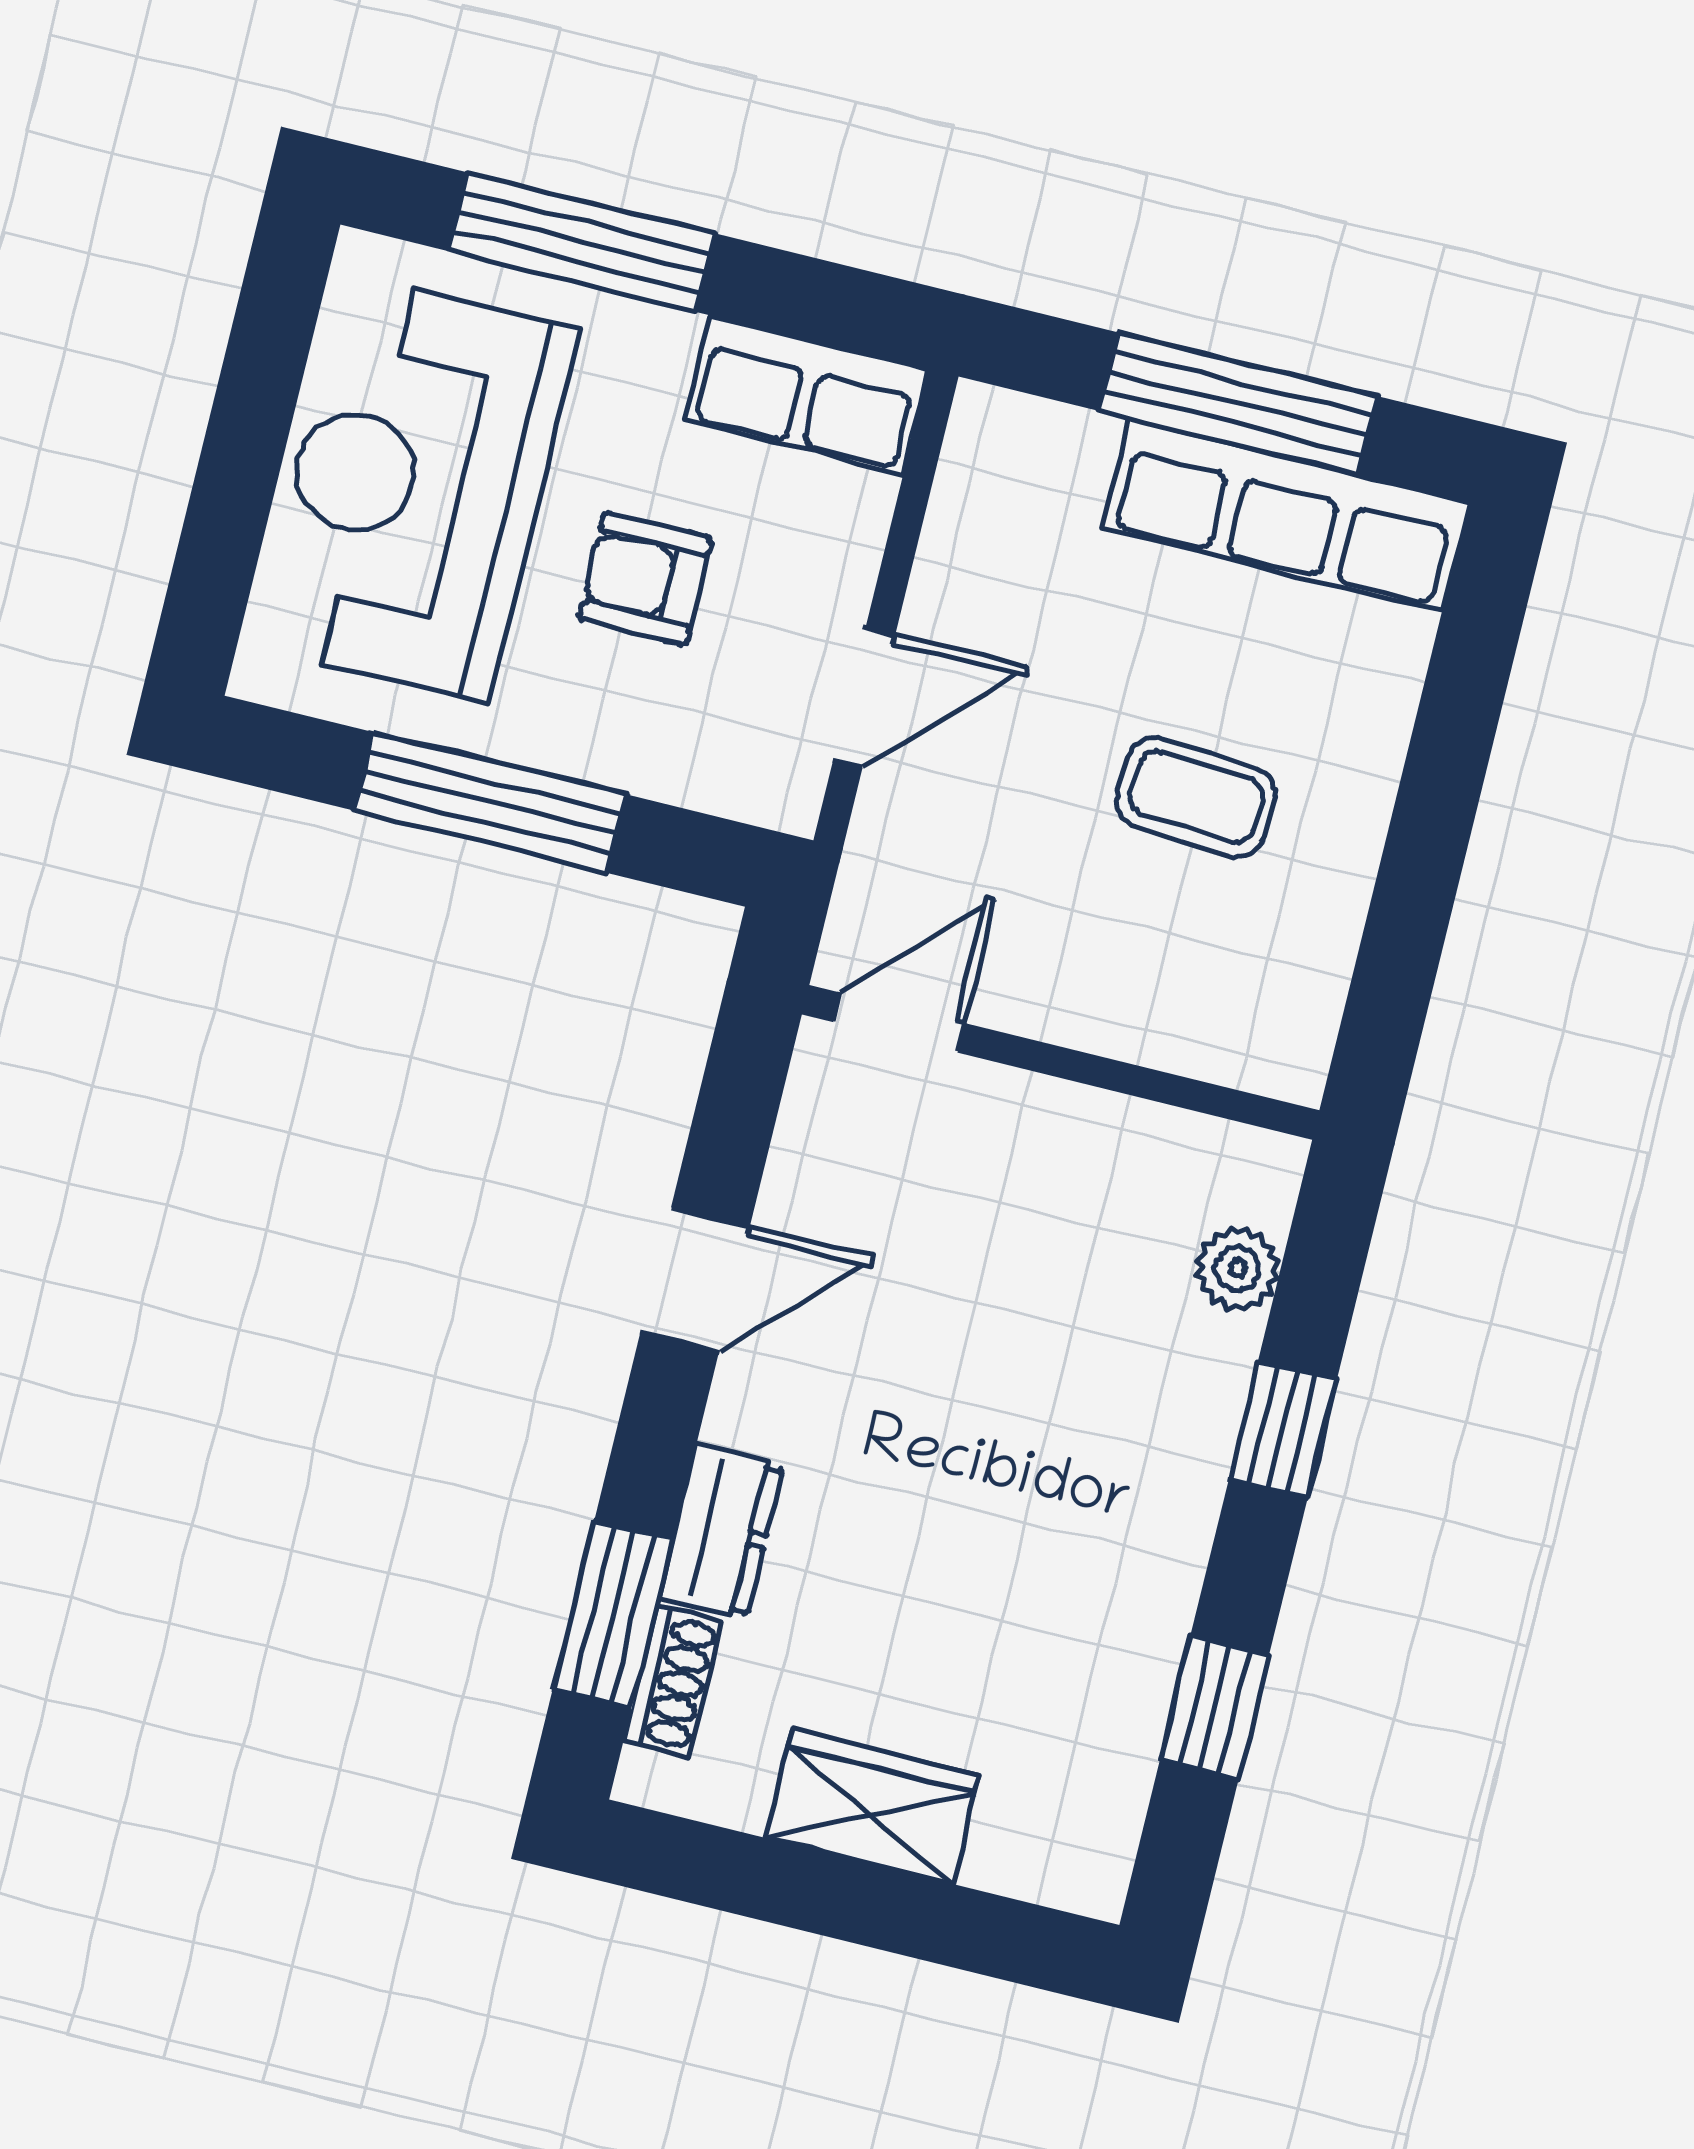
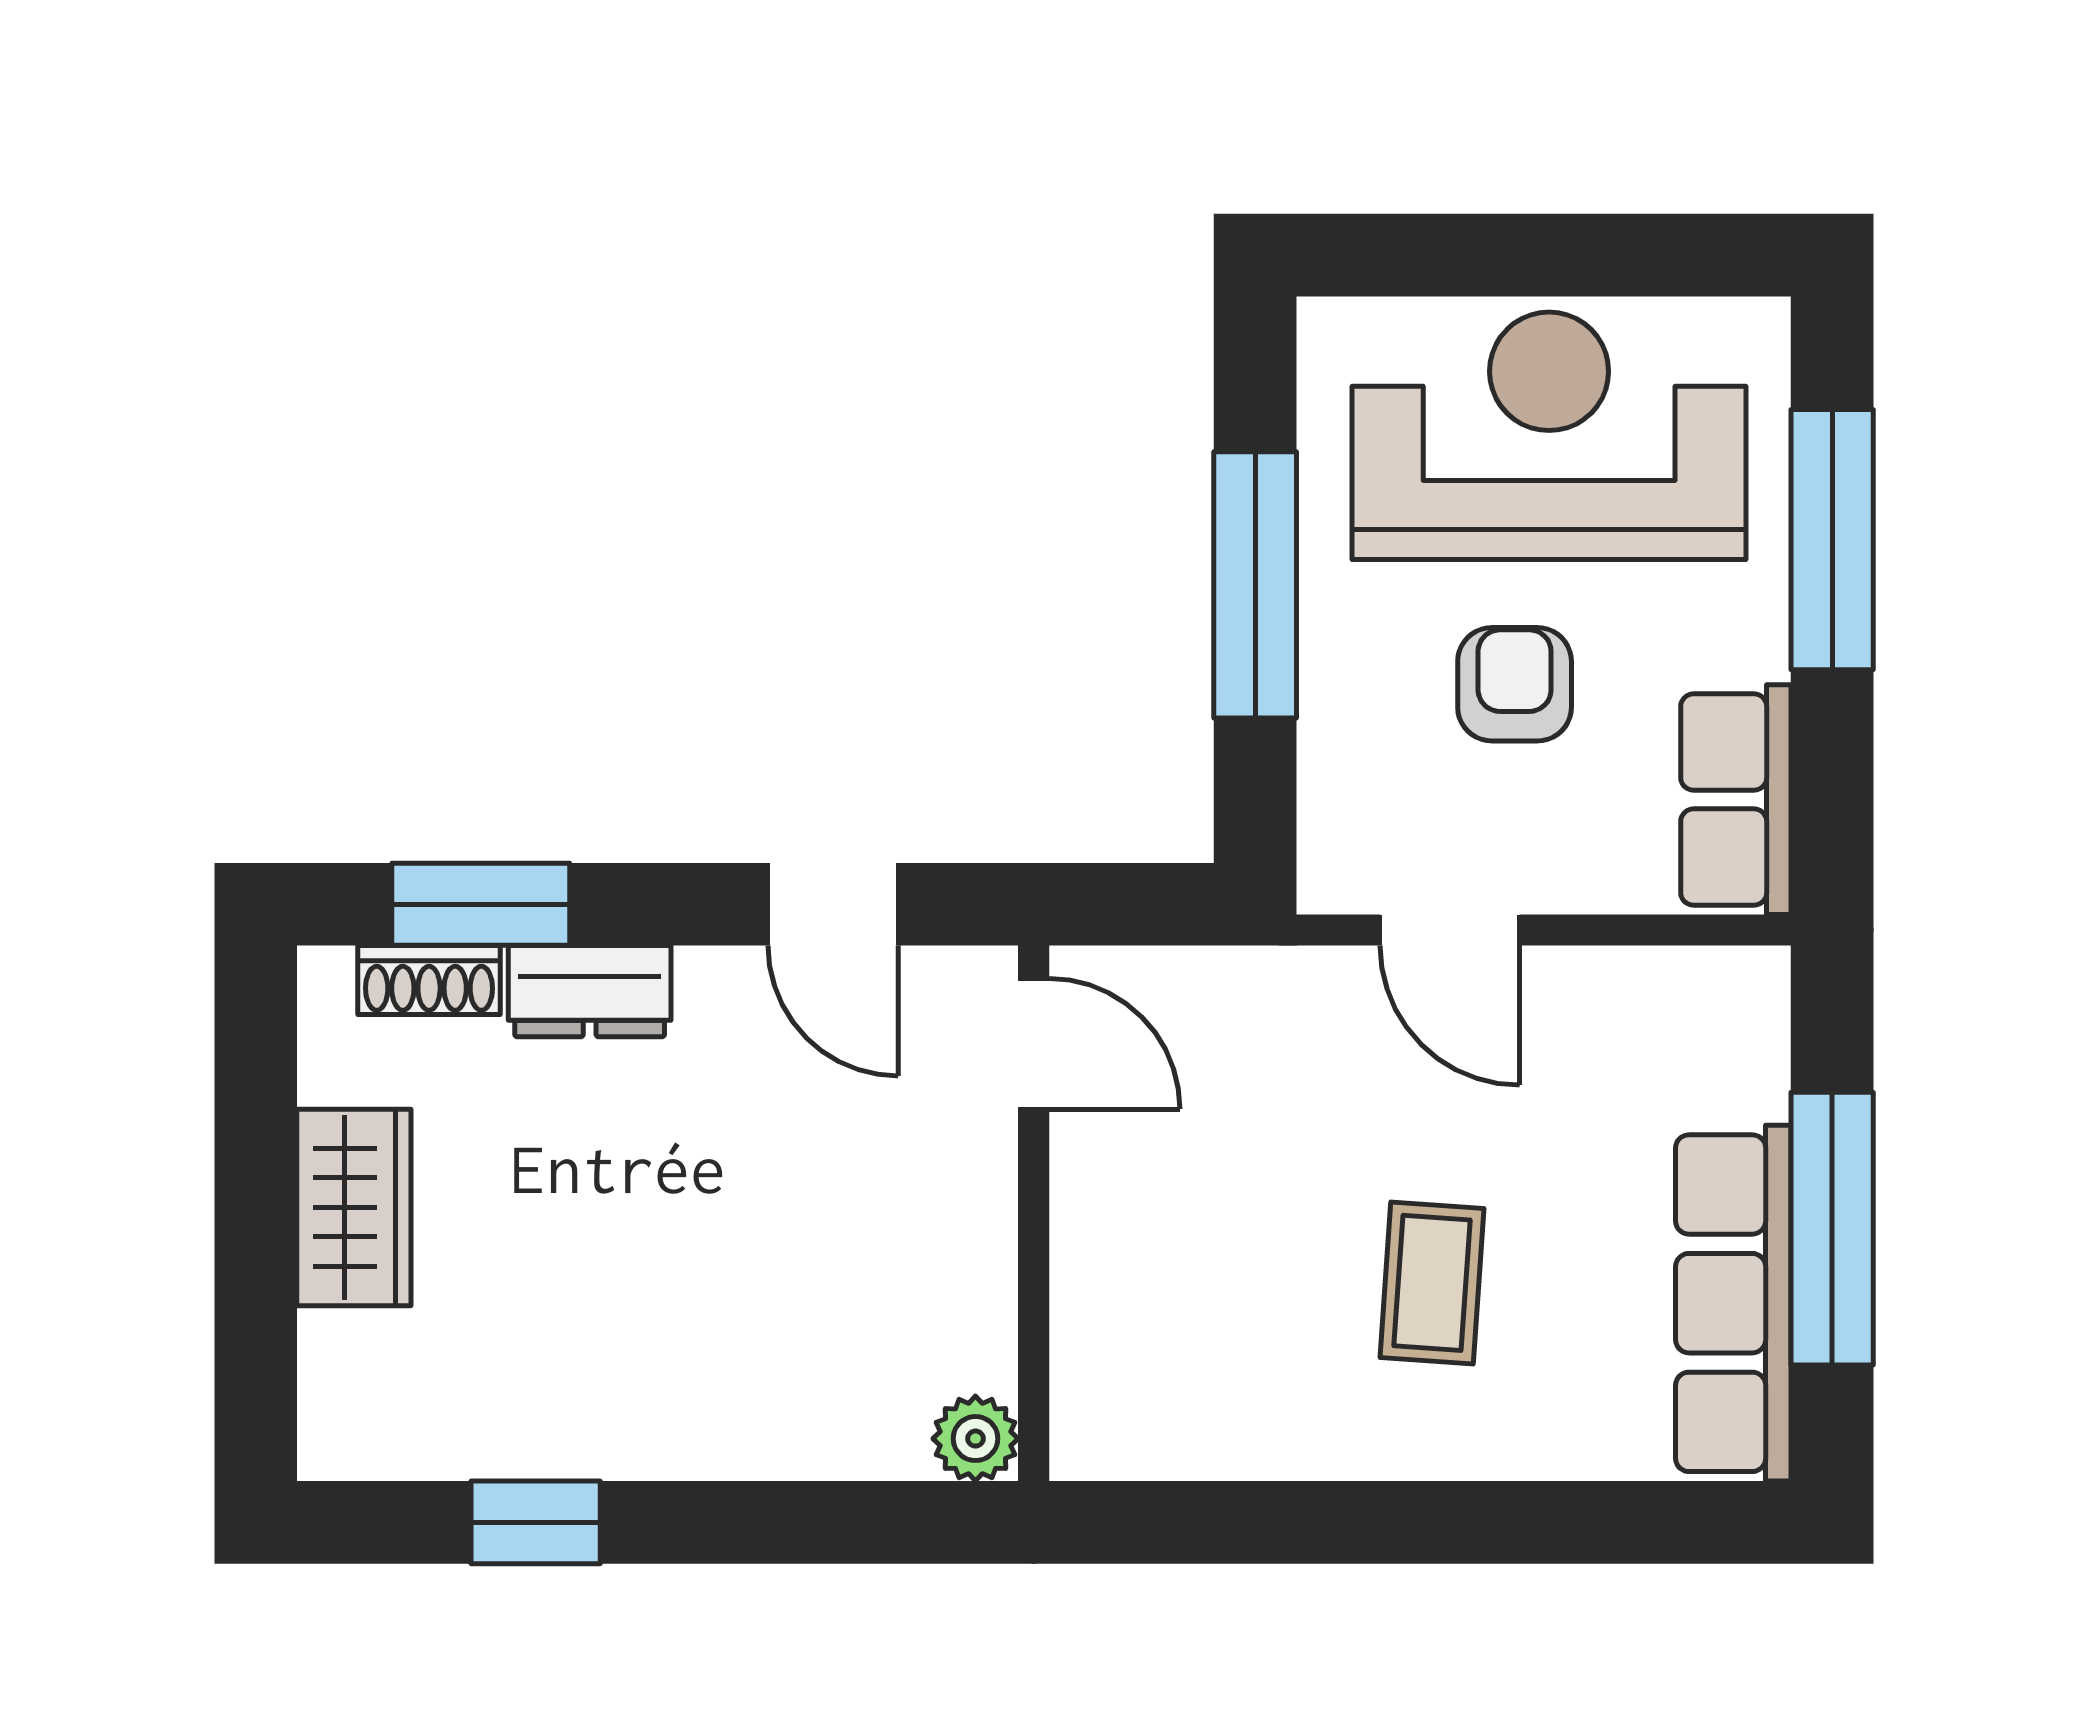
door: (899, 1023) -> (1034, 1044), moved
wall: (1061, 1062) -> (1034, 1213), moved
window: (1283, 1429) -> (827, 1522), removed

